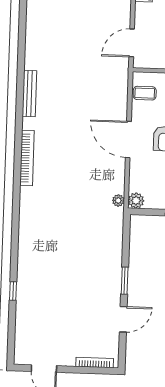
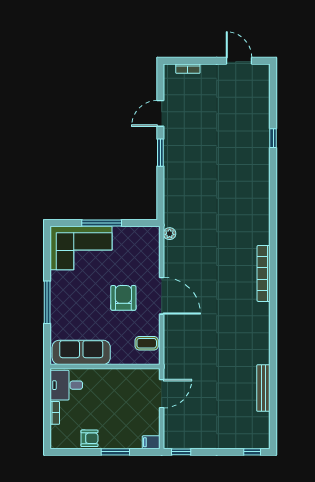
bench: (29, 94) -> (263, 388), moved
plant: (136, 201) -> (152, 234), removed
bookcase: (95, 363) -> (188, 69), width x0.64

